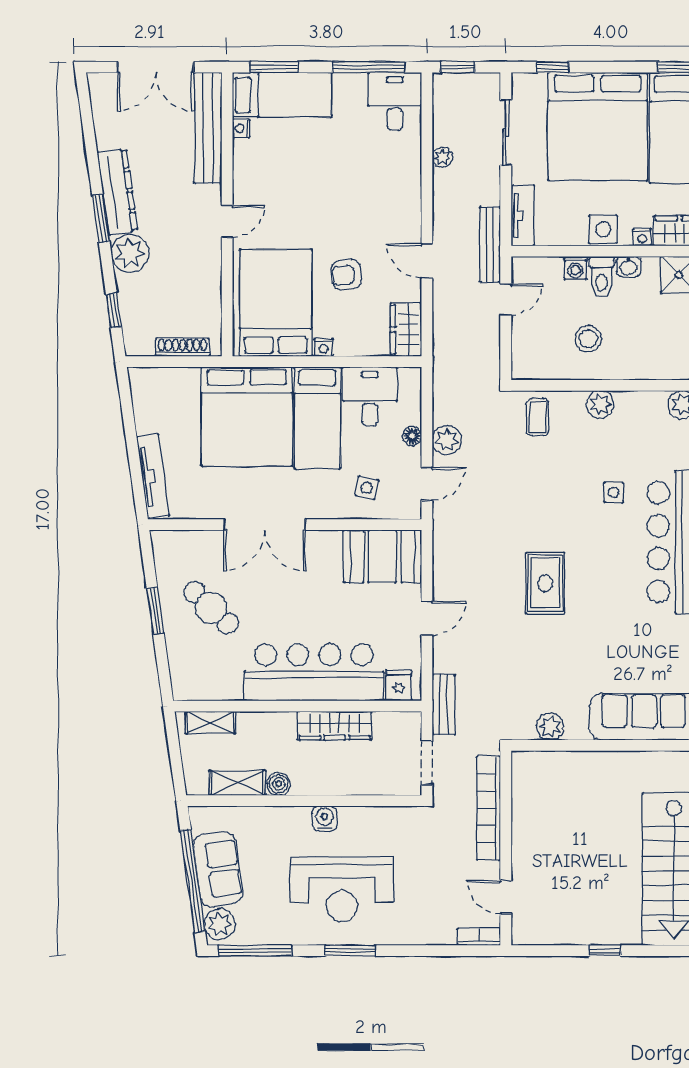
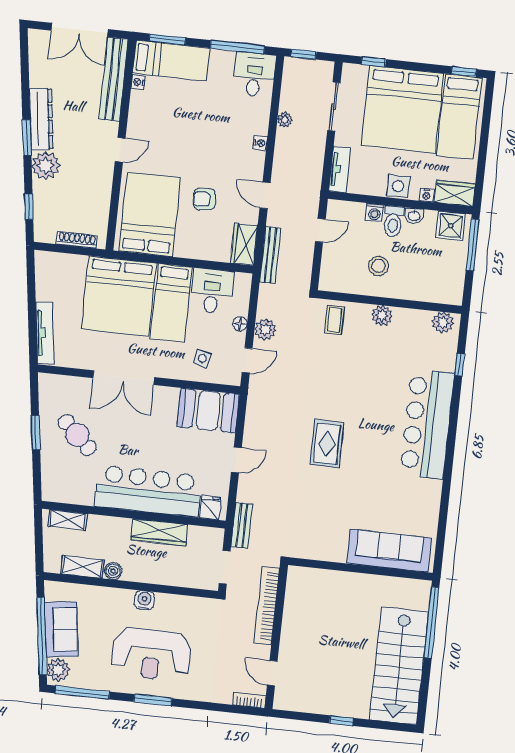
bench: (490, 245) -> (270, 255), moved
nightstand: (323, 347) -> (260, 143), moved, turned -90
side table: (614, 492) -> (385, 382), removed
plant: (550, 727) -> (319, 550), removed

